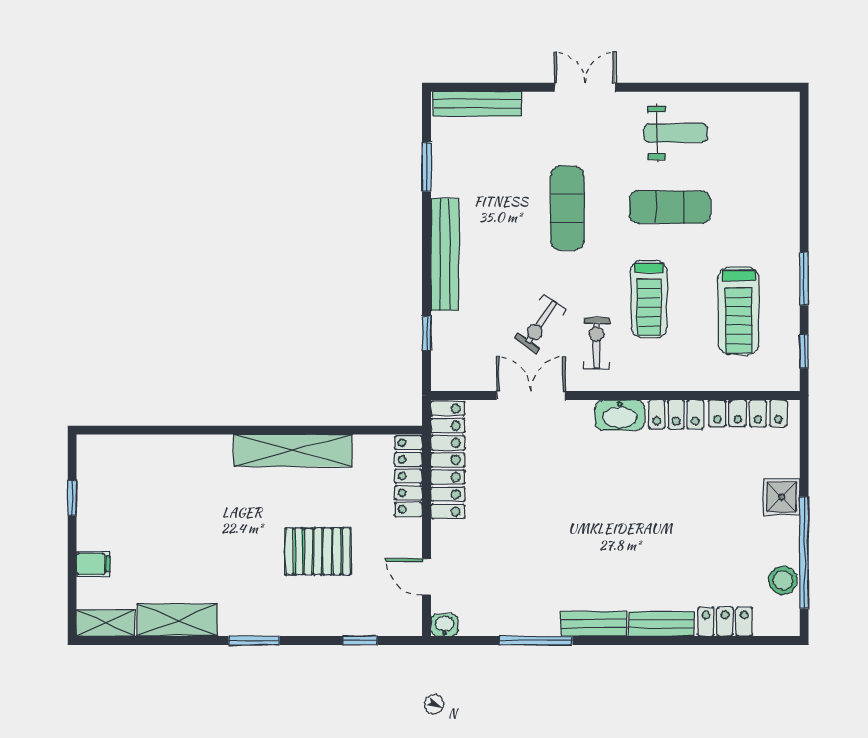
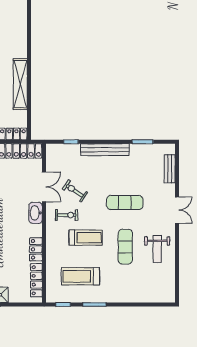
bench: (477, 104) -> (170, 169), width x0.73
treadmill: (649, 299) -> (86, 238), turned 180
washbasin: (620, 415) -> (36, 213), moved

